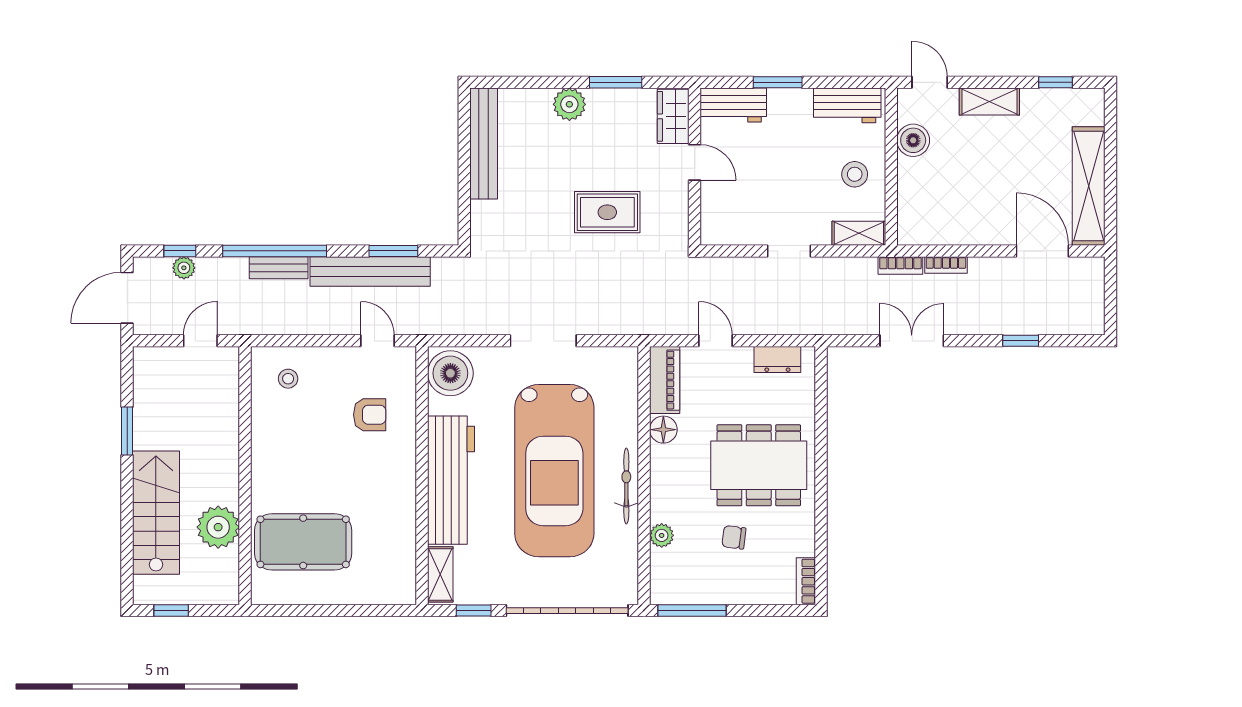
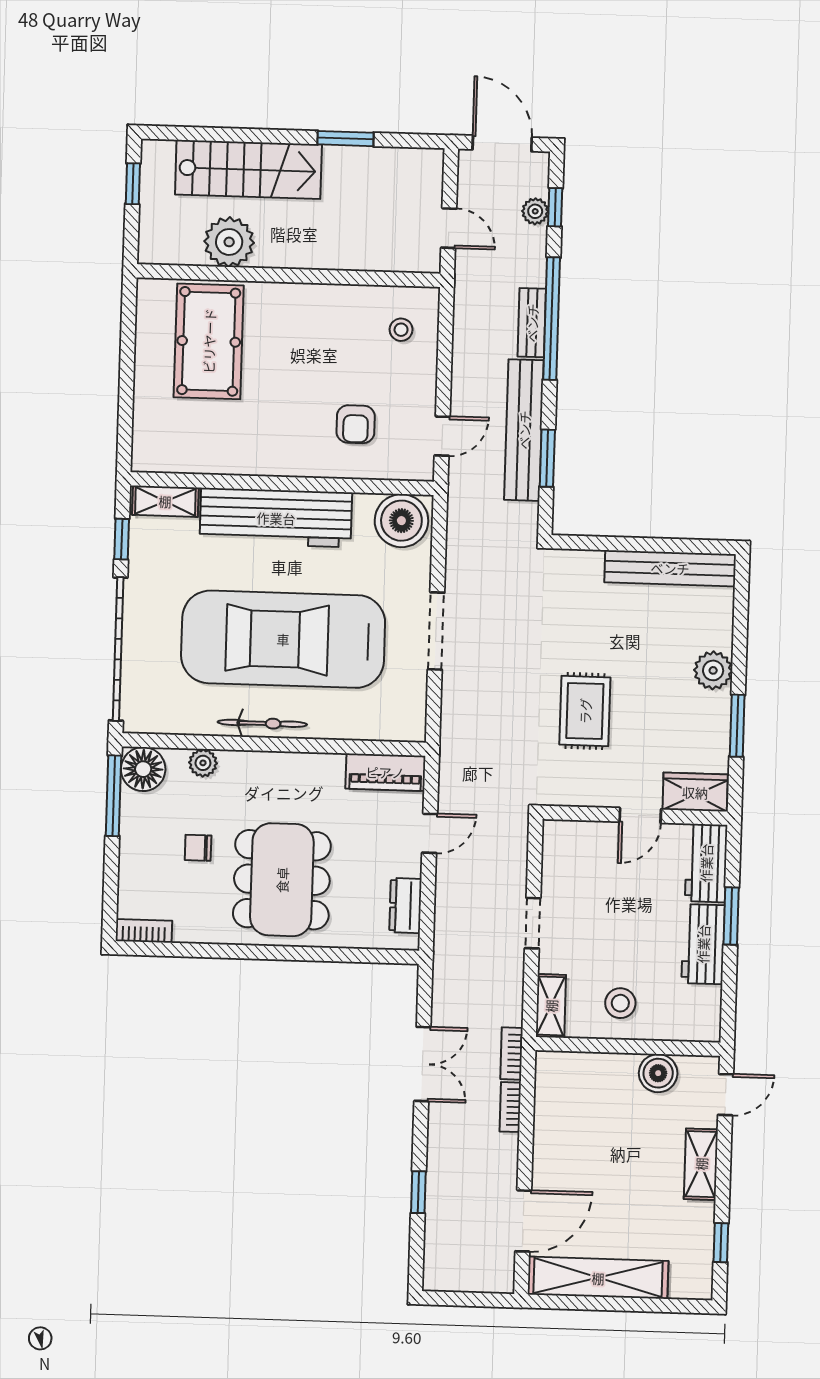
workbench: (847, 105) -> (703, 944), moved
floor lamp: (663, 430) -> (143, 769), moved, width x1.38, depth x1.38
chair: (734, 537) -> (198, 848), turned -97

